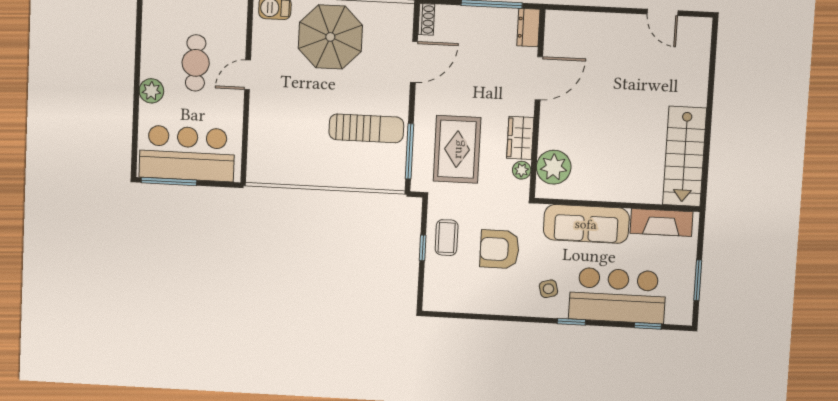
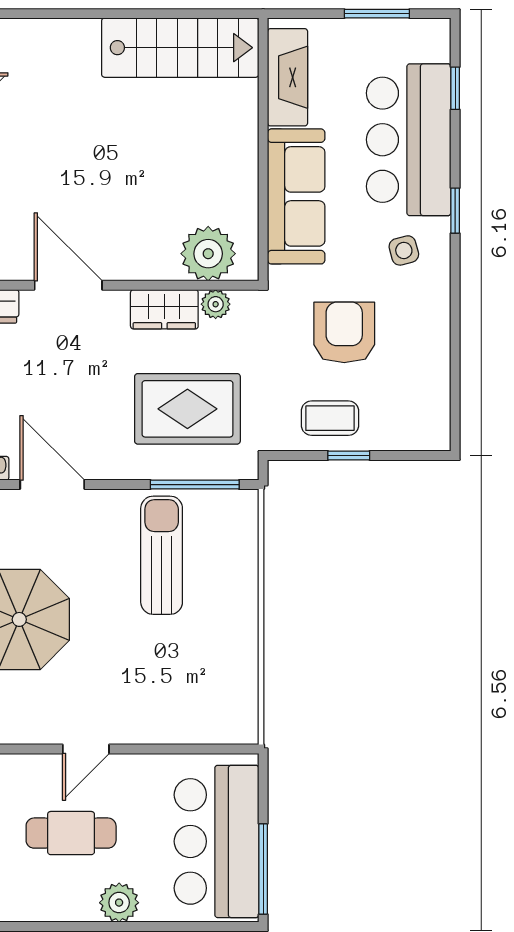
door: (248, 75) -> (86, 749), hinge flipped
armchair: (499, 249) -> (344, 332), turned 180

